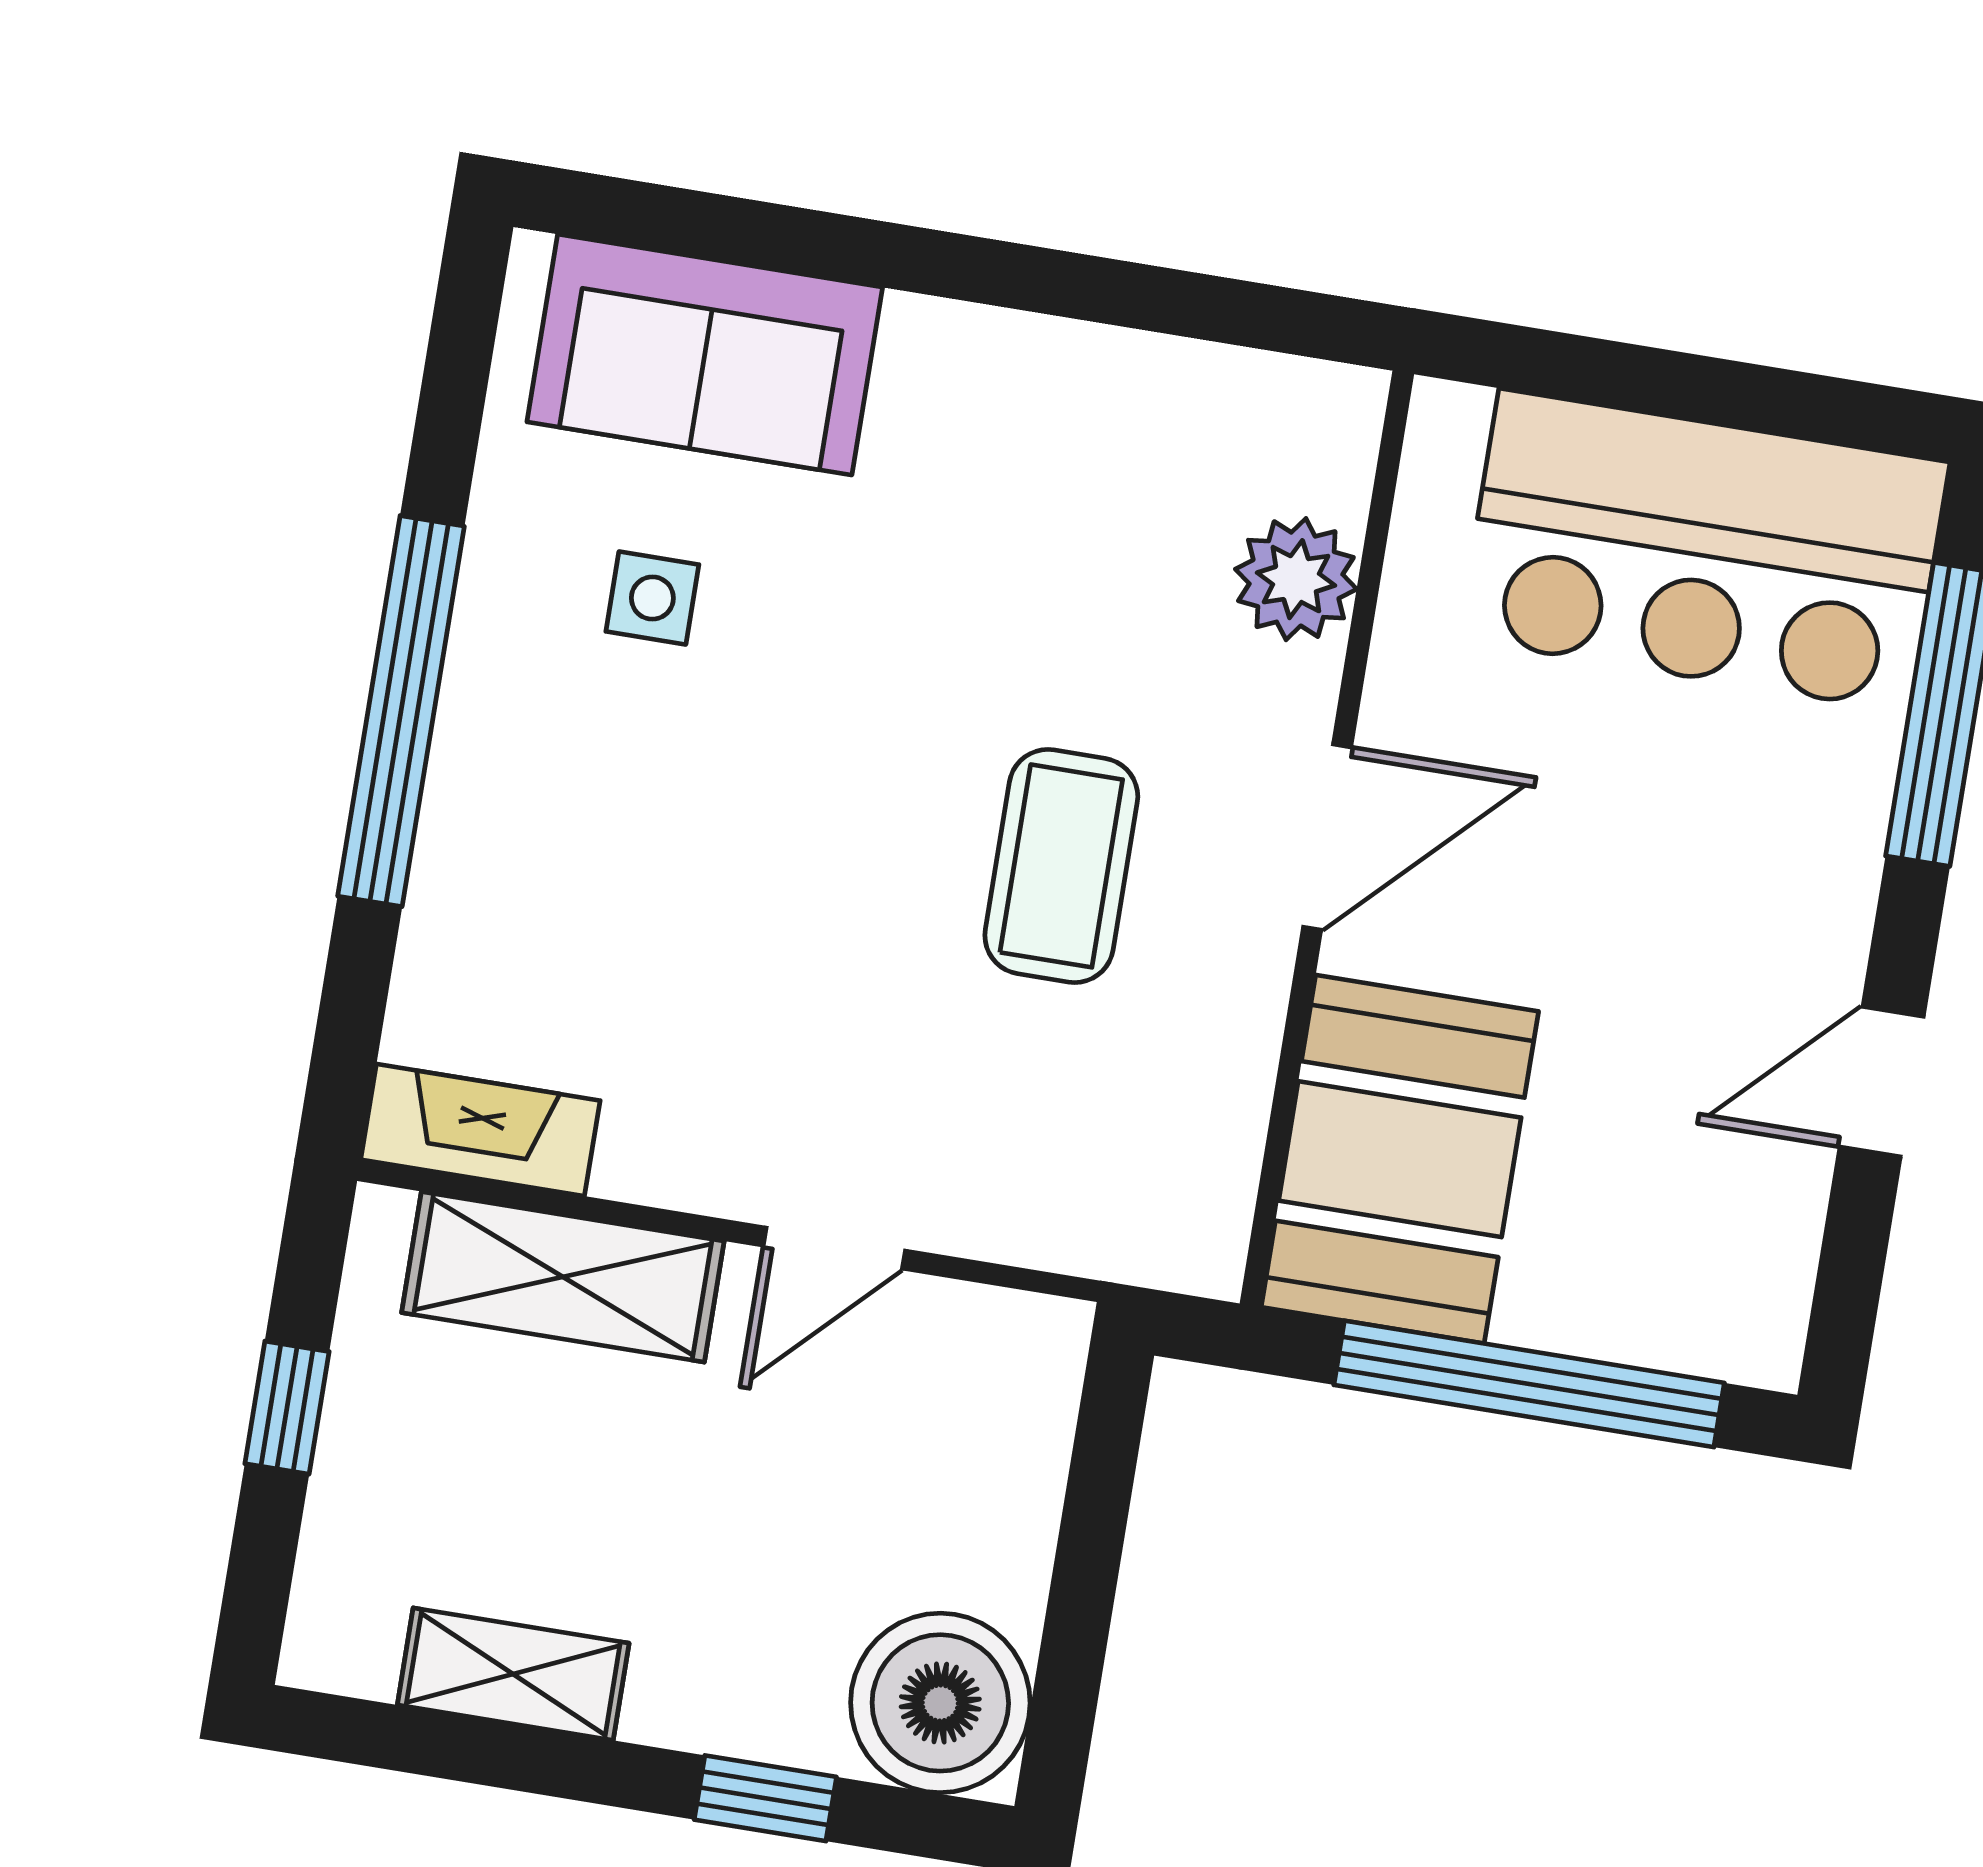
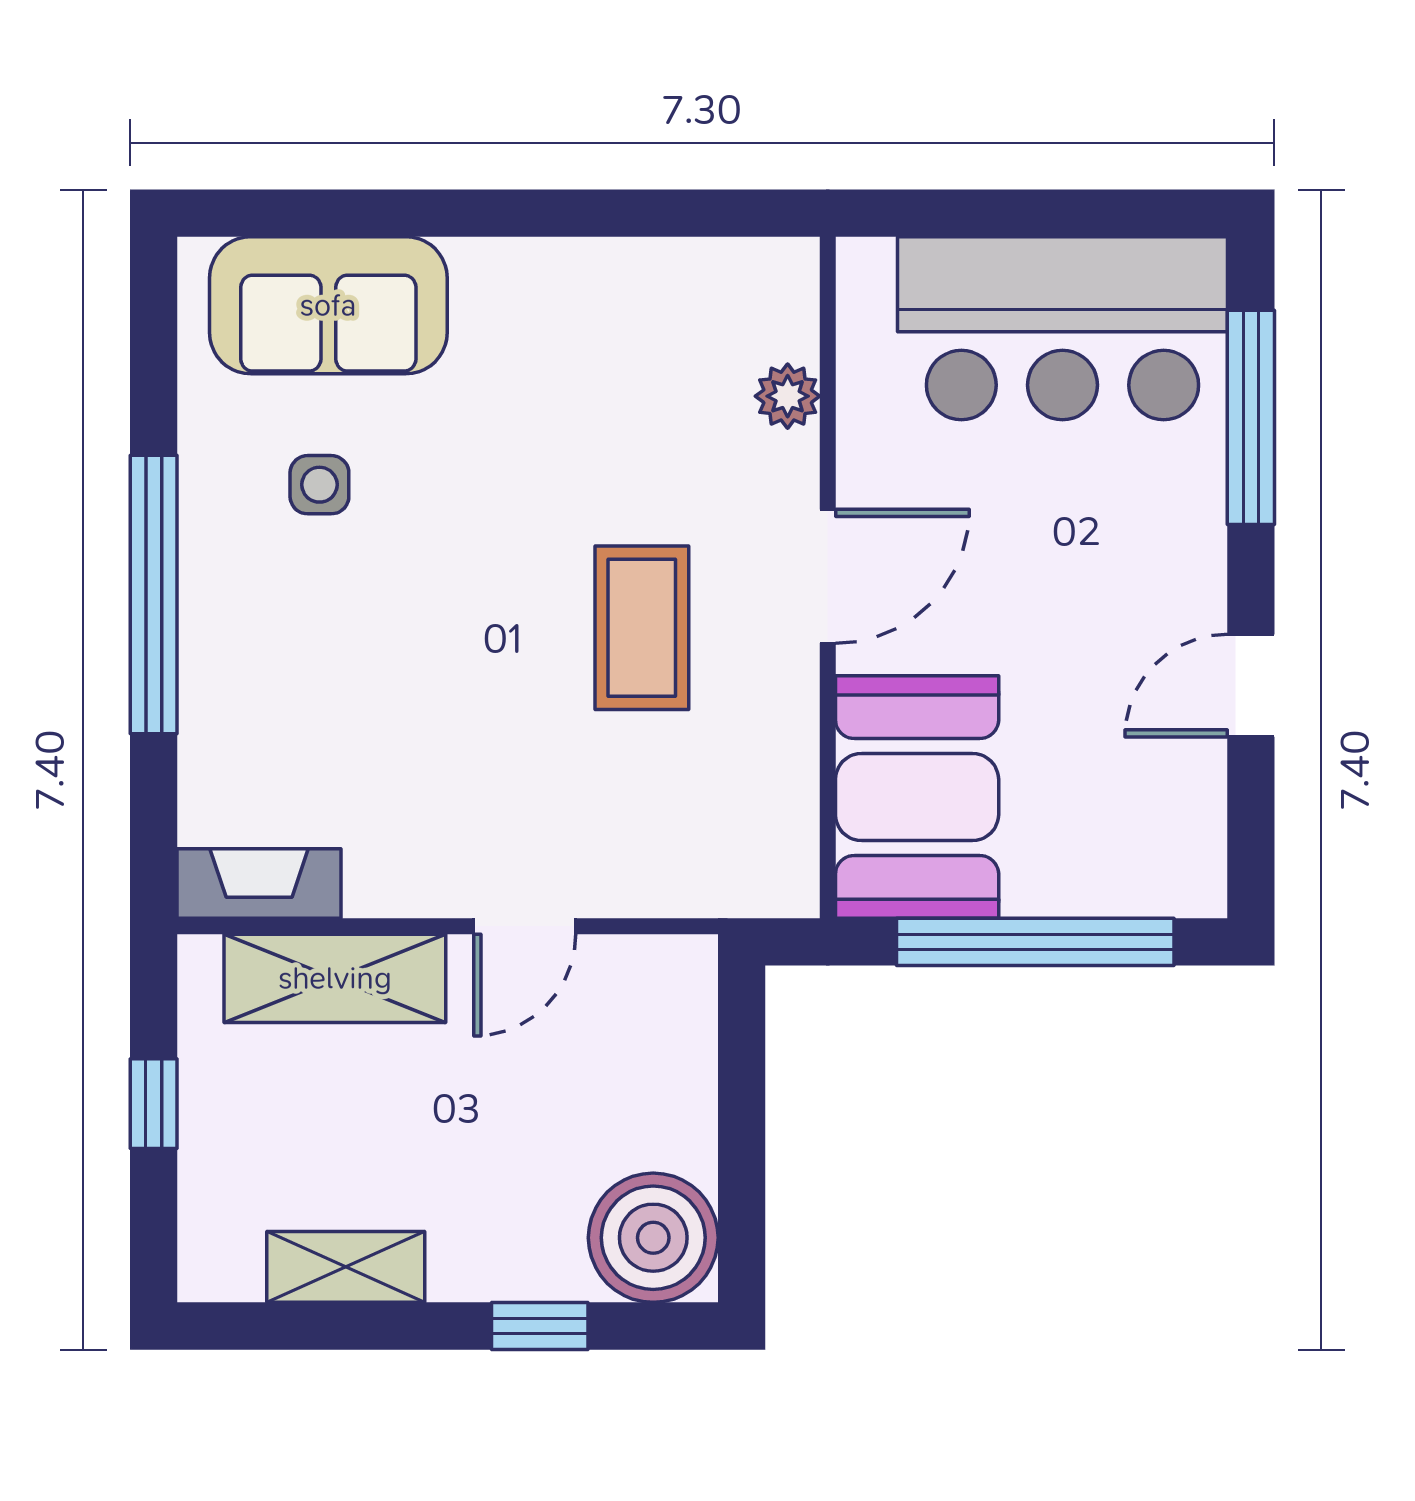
plant: (1296, 579) -> (788, 396), width x0.73, depth x0.73

